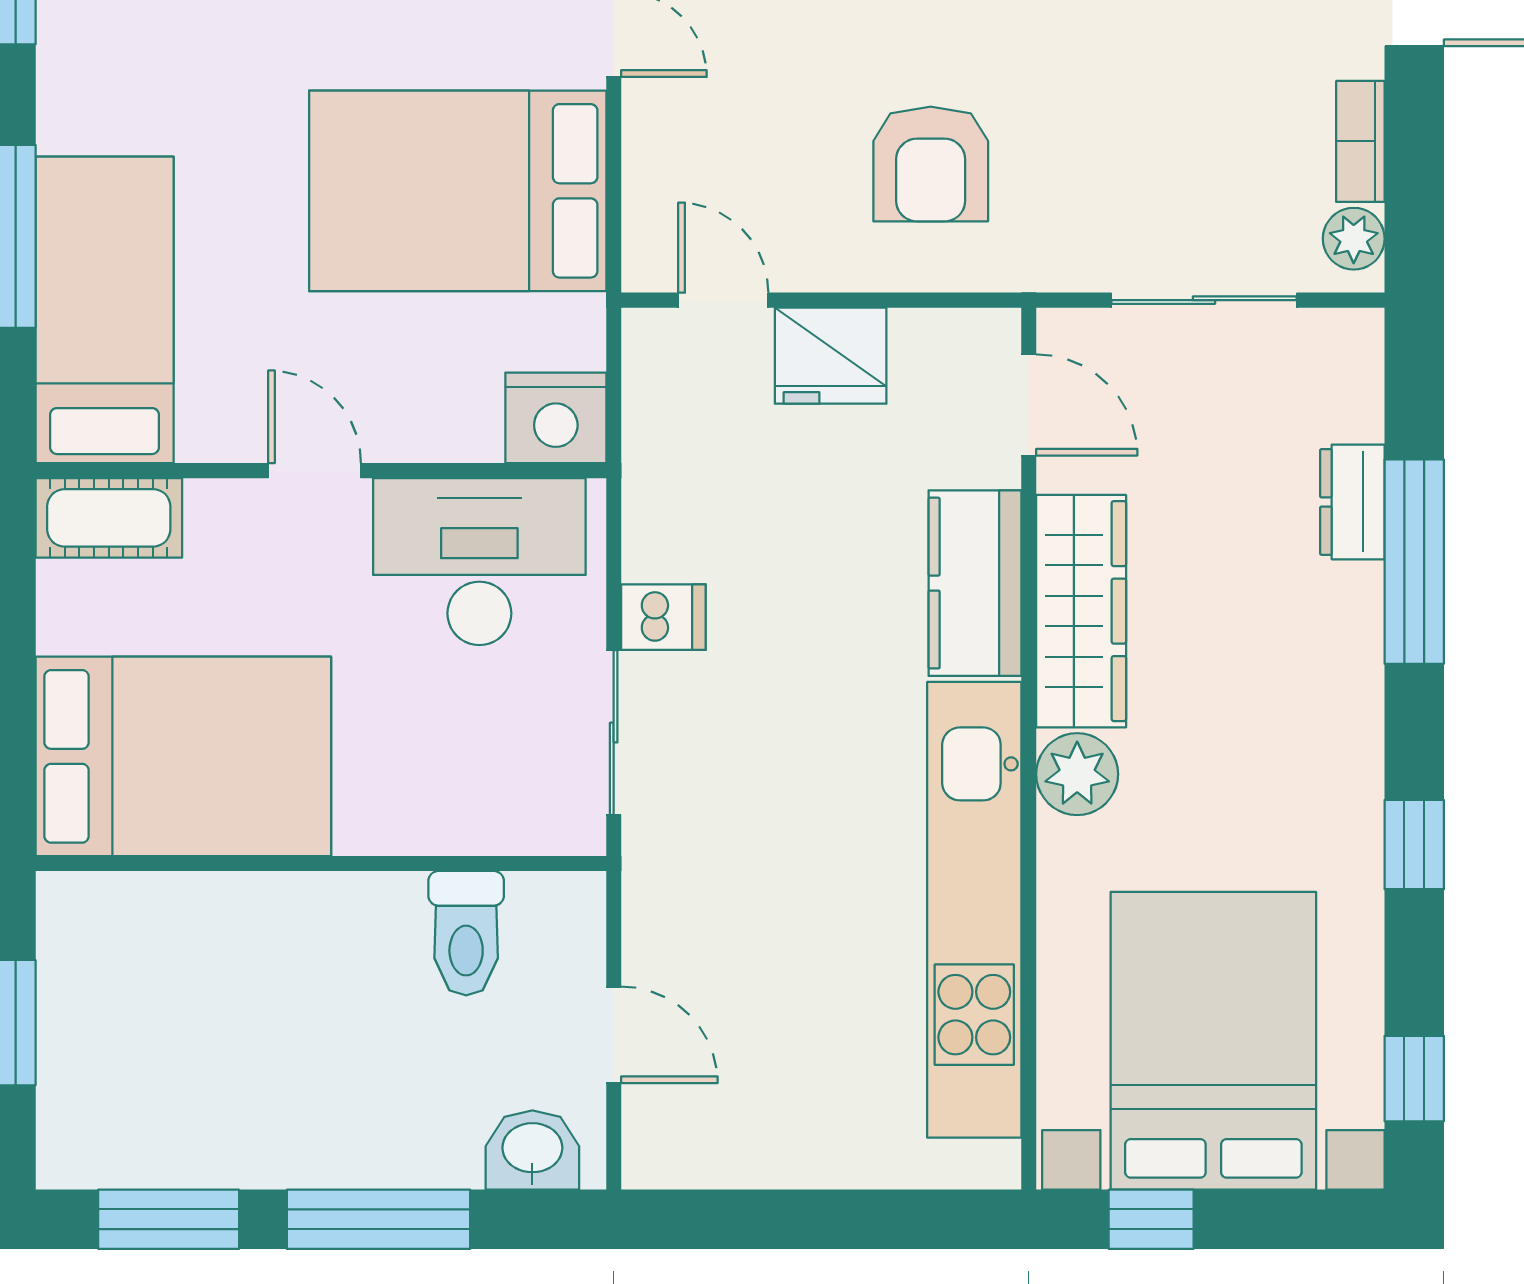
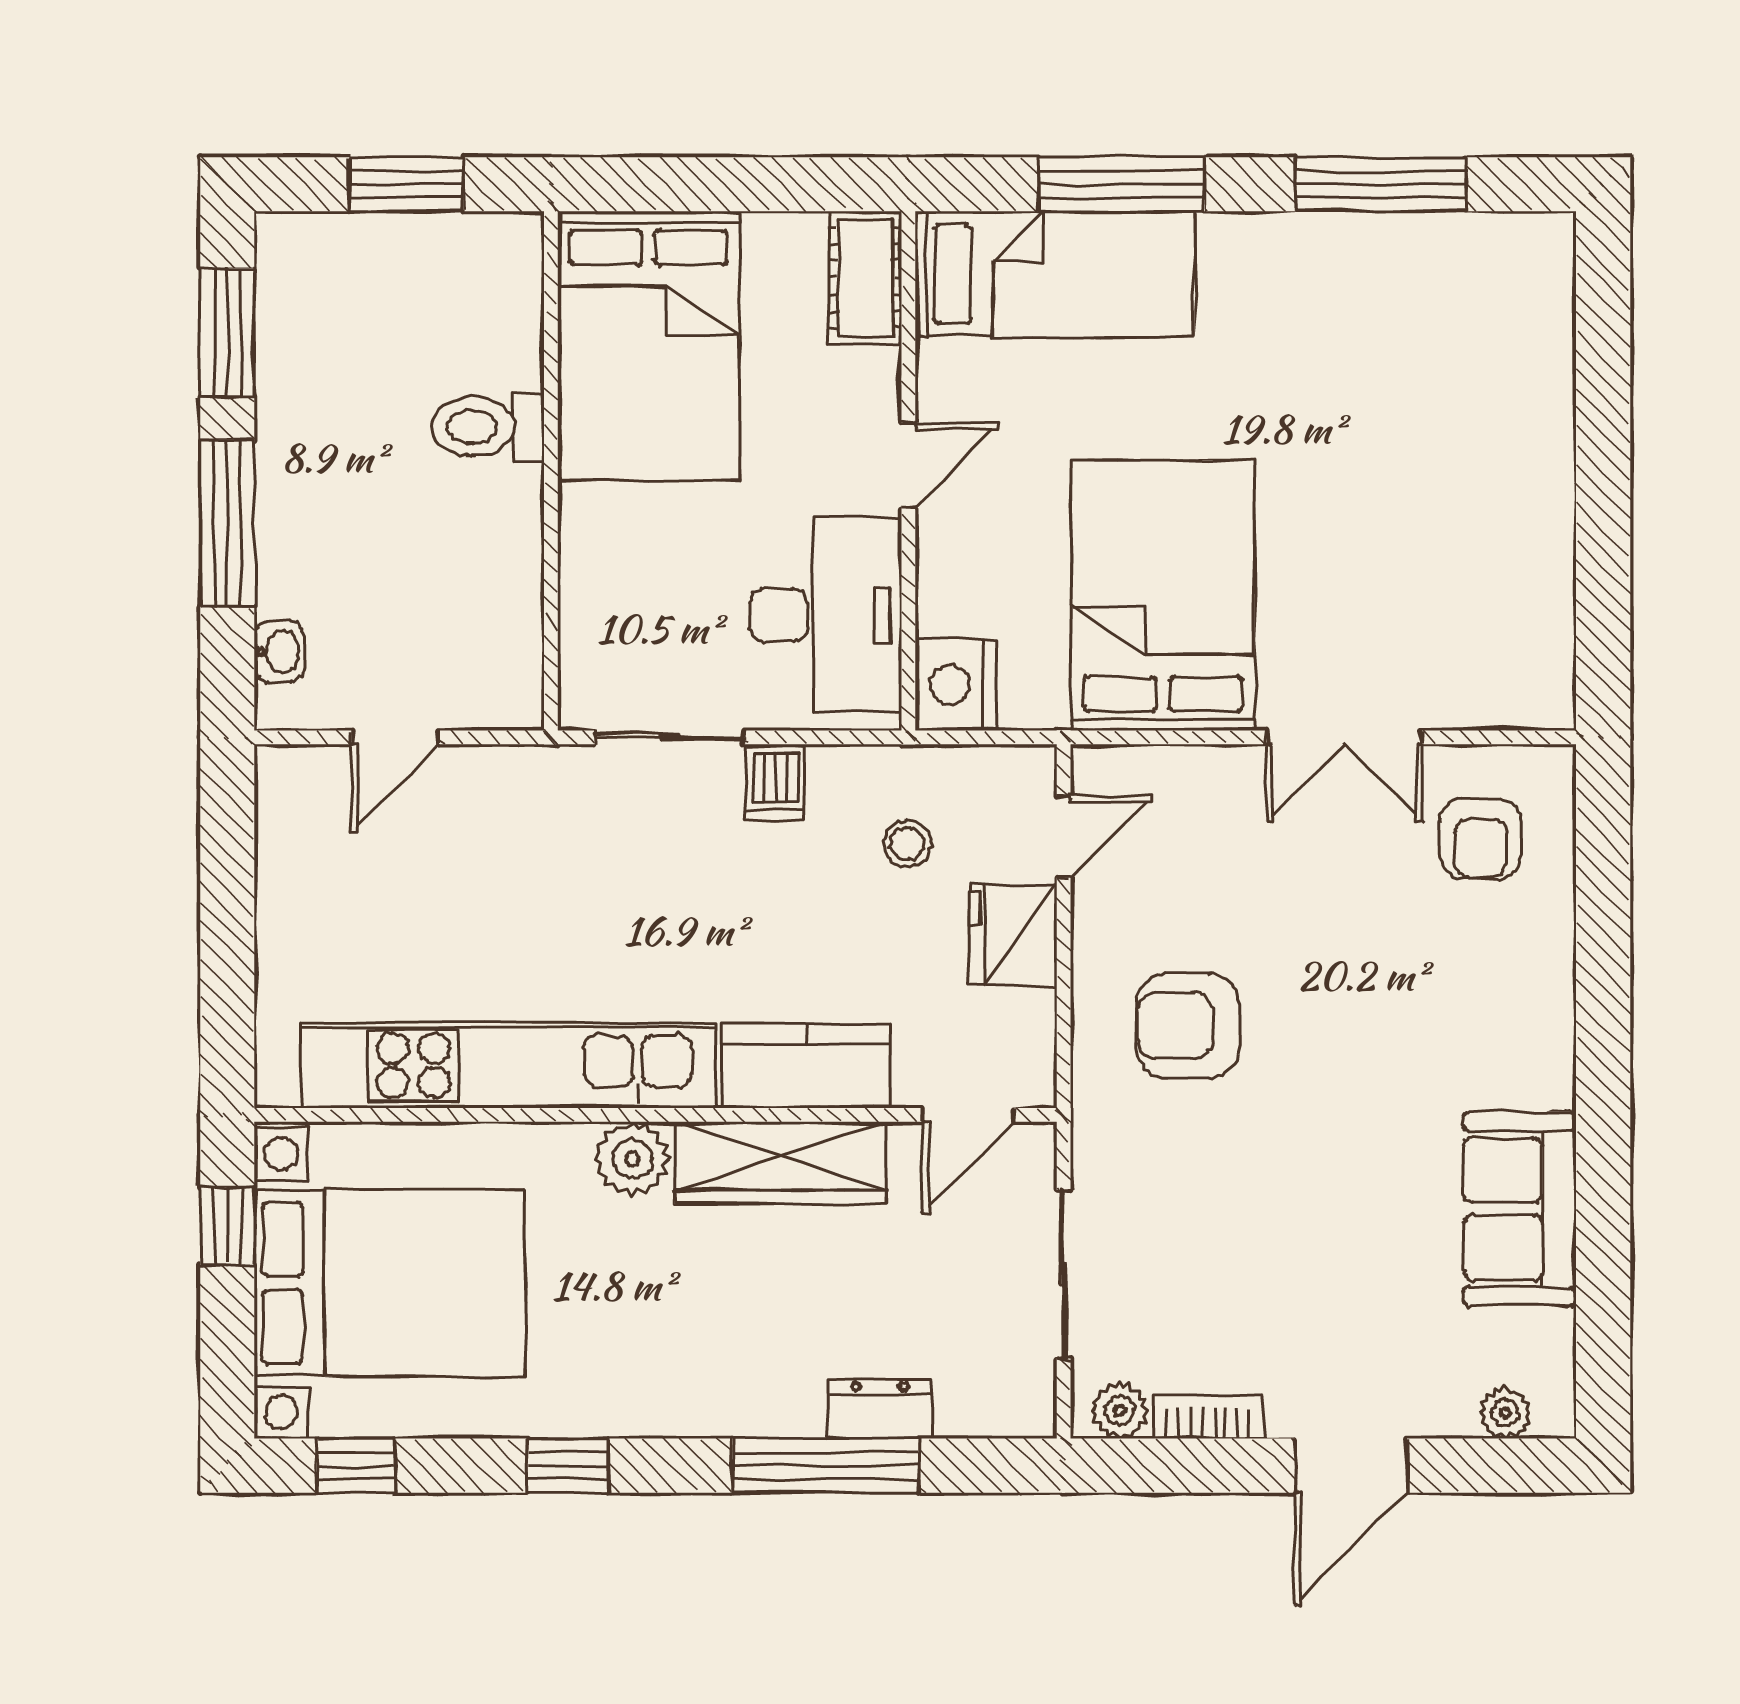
stool: (731, 472) -> (907, 844), added
toilet: (466, 933) -> (488, 427), moved
washbasin: (532, 1150) -> (279, 652), width x0.72, depth x0.69

